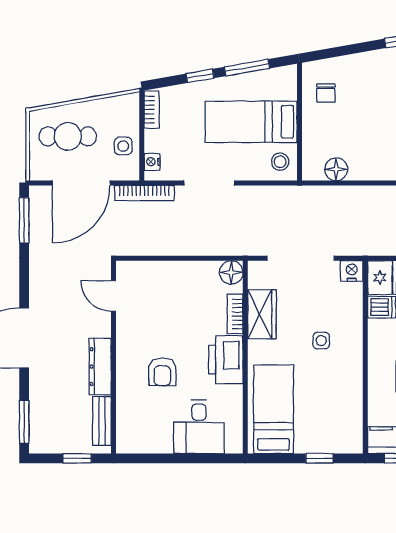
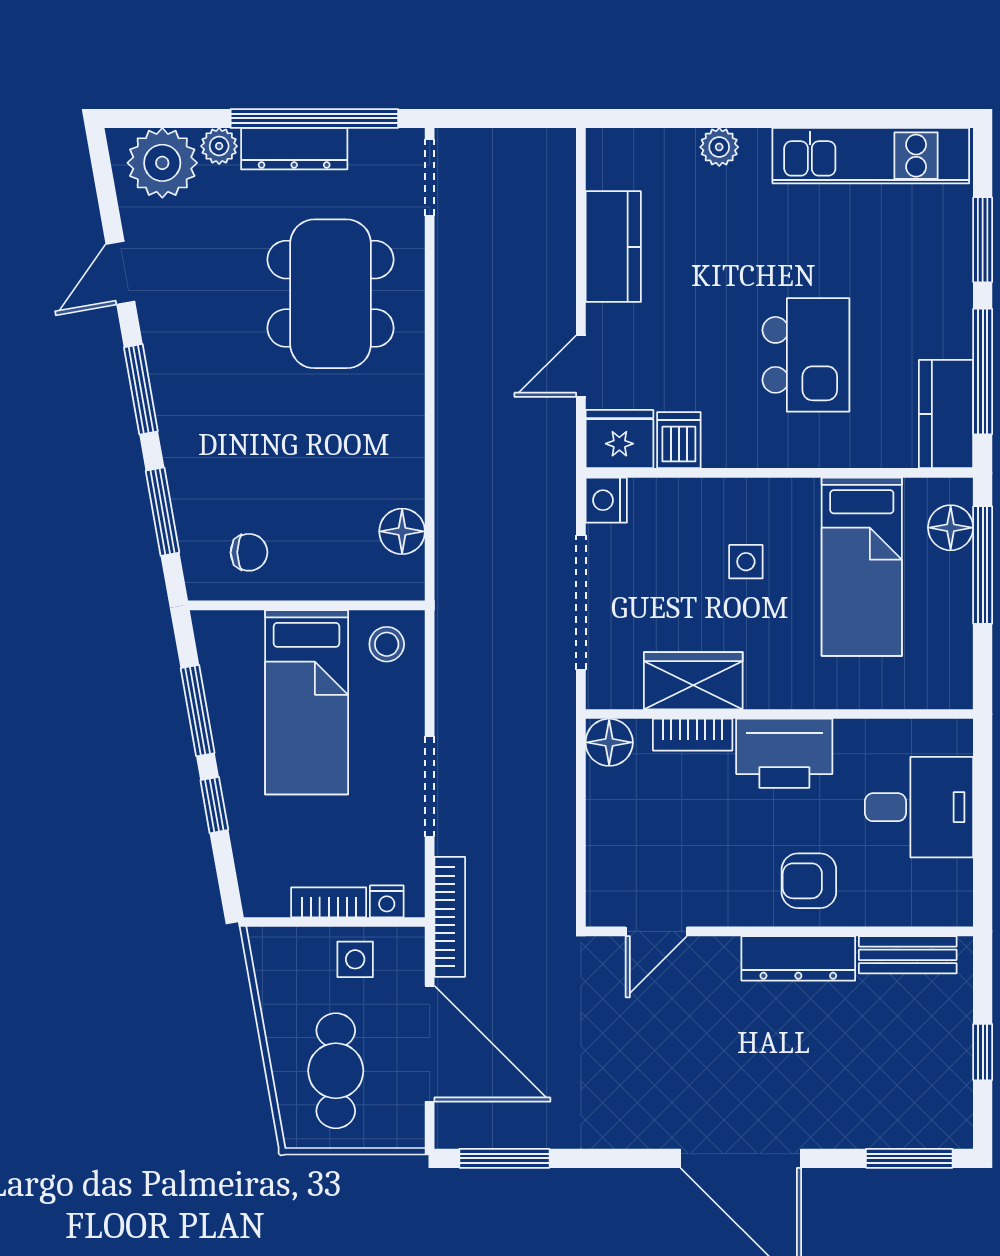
window: (346, 50) -> (163, 512), added
bookcase: (152, 110) -> (329, 902), moved
door: (114, 296) -> (656, 931), moved
wall: (114, 357) -> (779, 931), moved
dresser: (100, 367) -> (798, 958), moved
armchair: (162, 372) -> (809, 881), turned 180
bed: (273, 409) -> (862, 567), moved, turned -90
bench: (102, 421) -> (908, 955), moved
floor lamp: (338, 442) -> (951, 528), added
window: (319, 458) -> (983, 565), width x2.17

